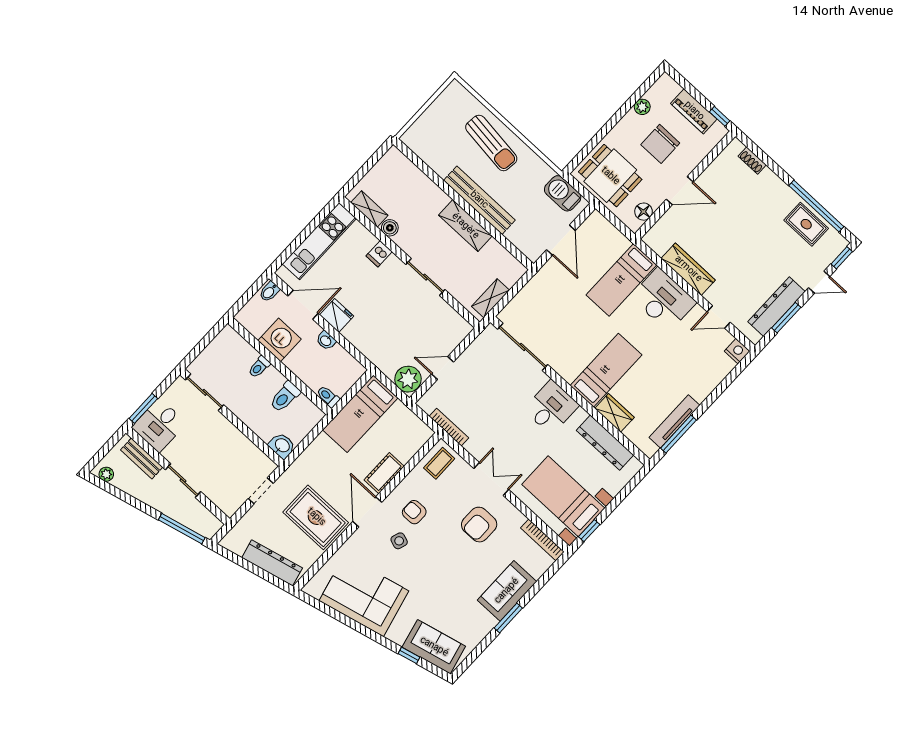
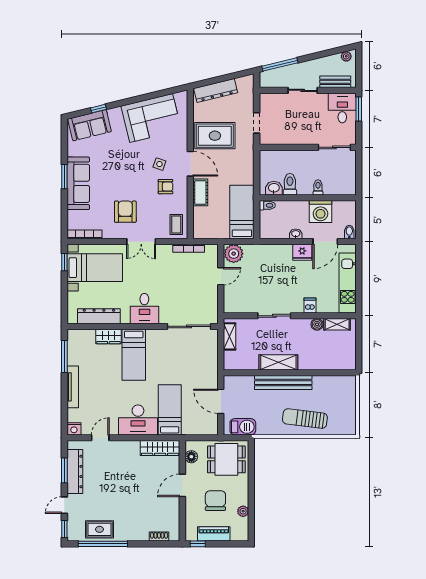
wardrobe: (688, 269) -> (160, 448), moved
tv unit: (674, 421) -> (73, 387), moved
washbasin: (282, 446) -> (274, 188), moved, turned 180
sofa: (507, 591) -> (78, 183), width x1.36

